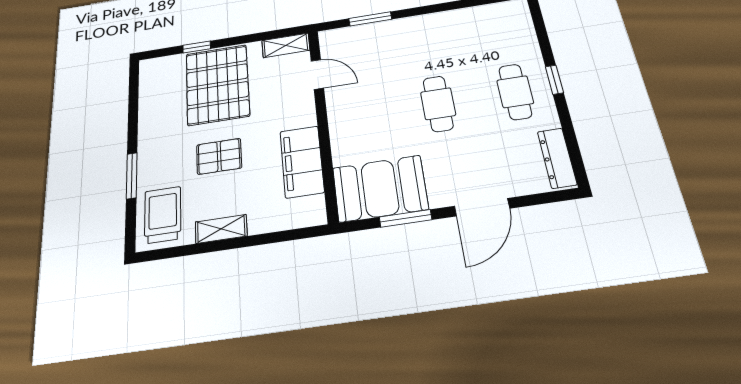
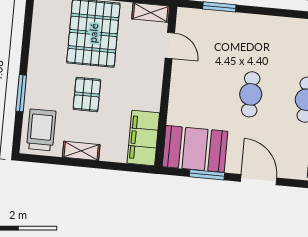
pallet: (219, 156) -> (87, 94), turned 90
filing cabinet: (302, 162) -> (143, 138), moved
door: (482, 207) -> (259, 180), swing flipped

